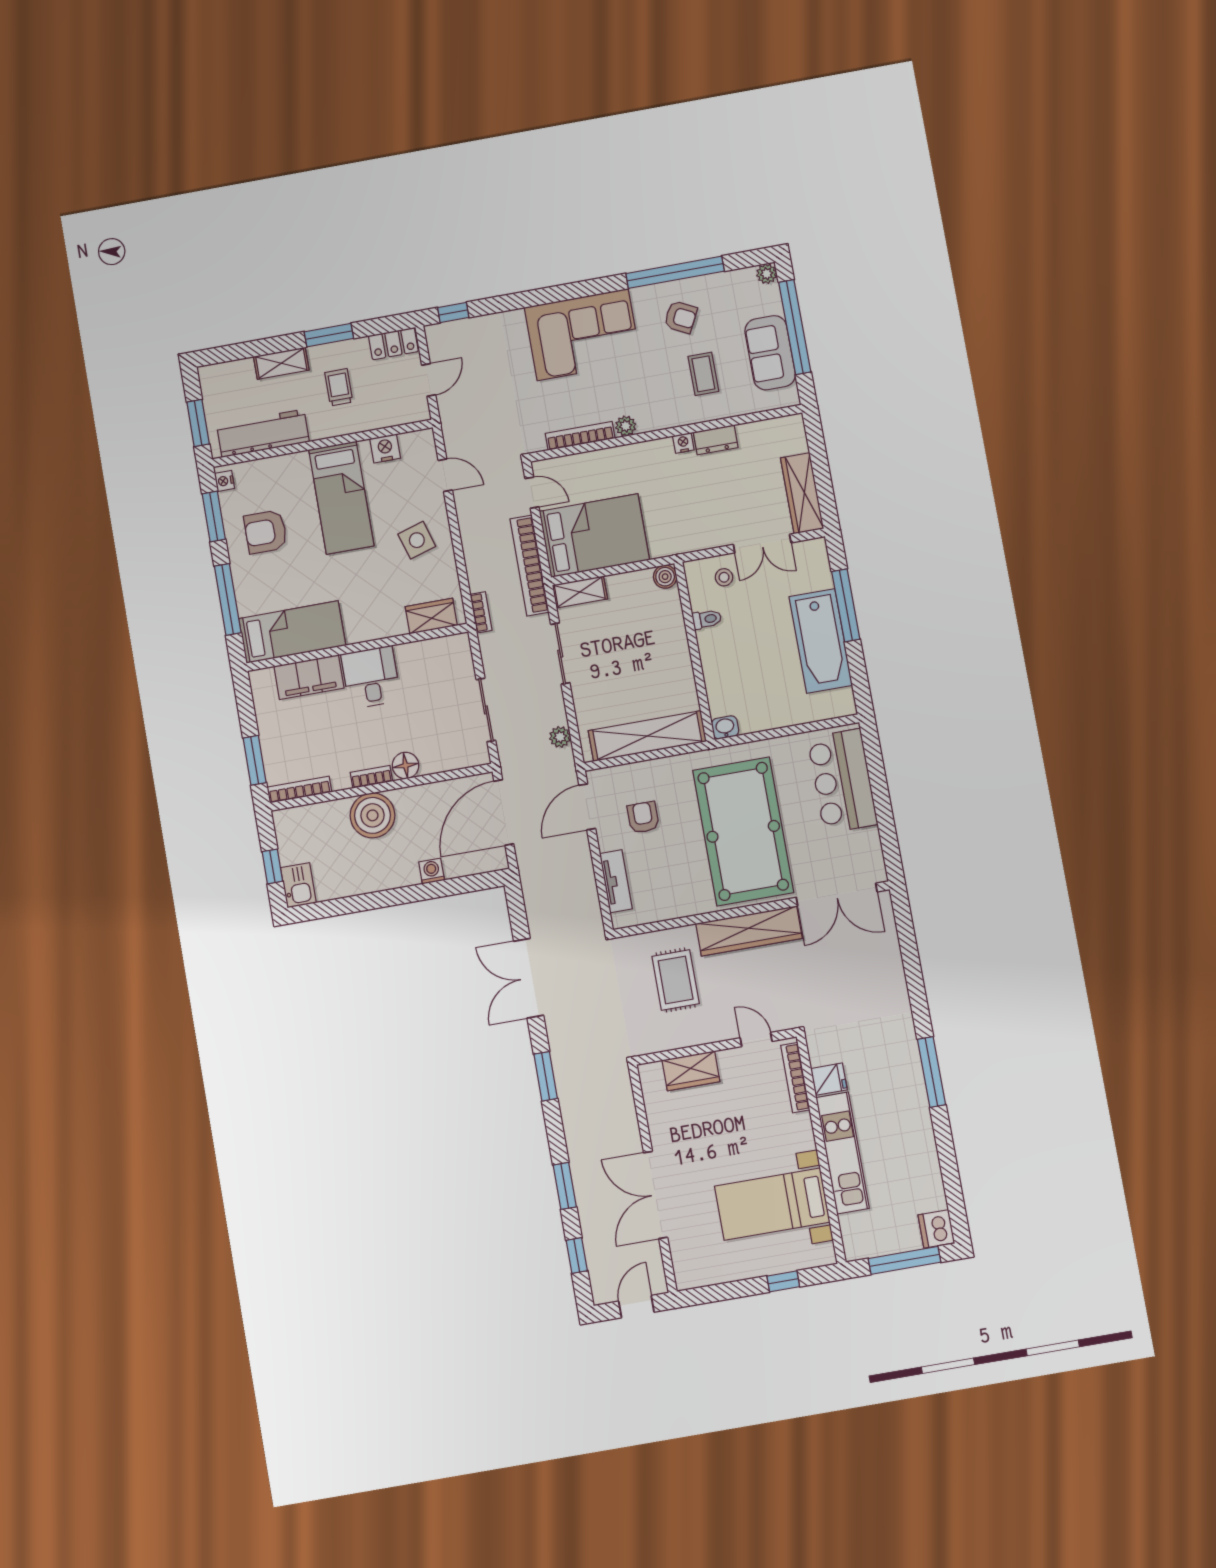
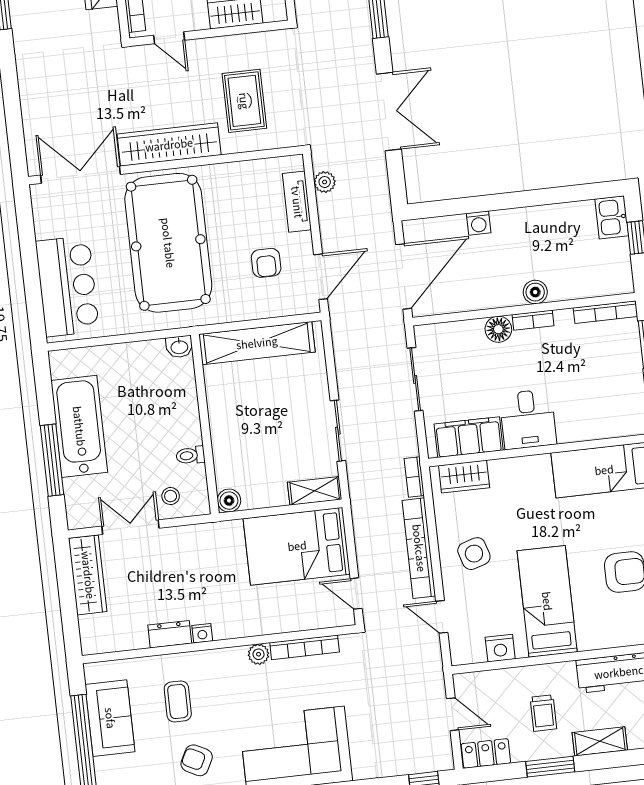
door: (429, 380) -> (453, 714), swing flipped
bookcase: (529, 566) -> (419, 548), moved, turned 180
filing cabinet: (309, 677) -> (469, 437), moved
plant: (560, 737) -> (325, 182), moved
boiler: (372, 815) -> (535, 292), width x0.54, depth x0.54

